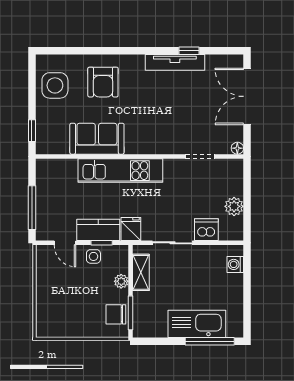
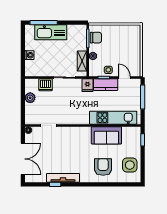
kitchen unit: (120, 171) -> (113, 118), moved
washing machine: (235, 264) -> (29, 55), moved

